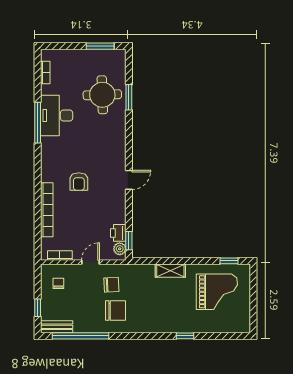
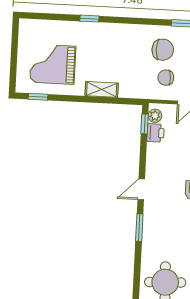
window: (129, 97) -> (139, 228), moved
chair: (115, 310) -> (163, 50), turned 180

